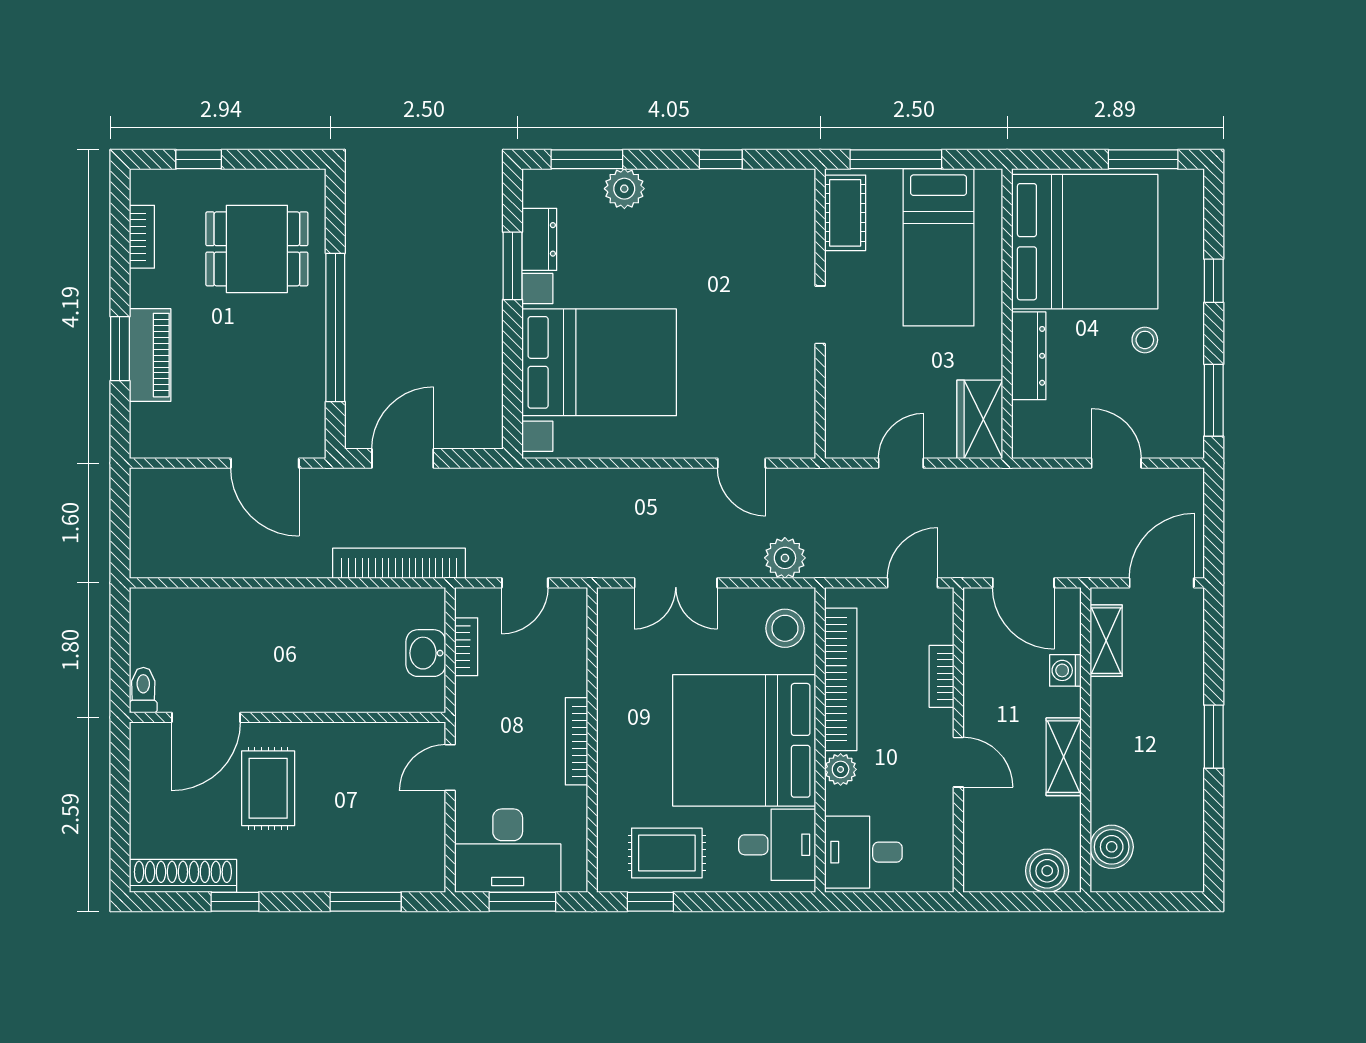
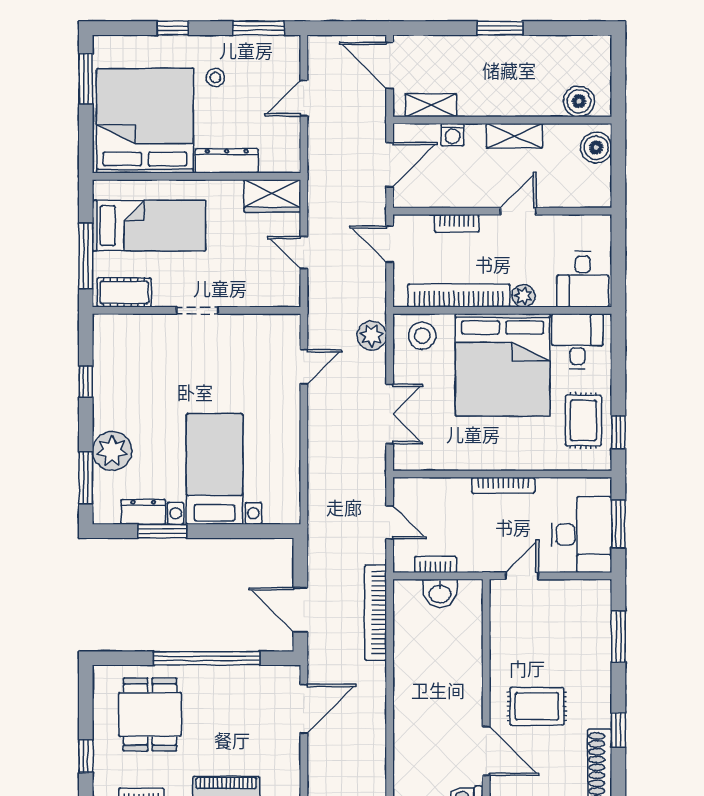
plant: (624, 189) -> (112, 451), width x1.36, depth x1.36
bed with nightstands: (599, 362) -> (215, 469), width x0.73
door: (450, 768) -> (522, 576), swing flipped

